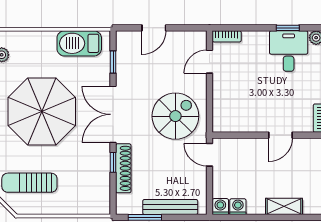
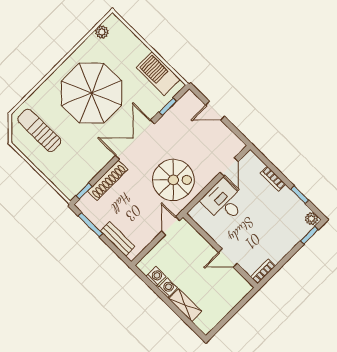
bookcase: (227, 36) -> (273, 179), moved
desk: (289, 51) -> (224, 202), moved, turned -90
door: (210, 62) -> (229, 167), swing flipped
window: (113, 162) -> (84, 191), moved
bench: (170, 207) -> (118, 239), width x0.73
washing machine: (220, 207) -> (167, 288), moved

